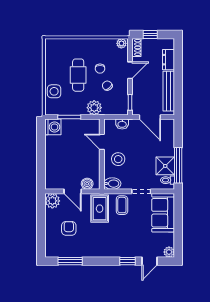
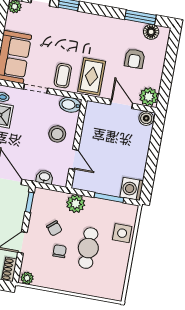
boiler: (87, 184) -> (146, 118), moved
floor lamp: (60, 251) -> (151, 32), added

